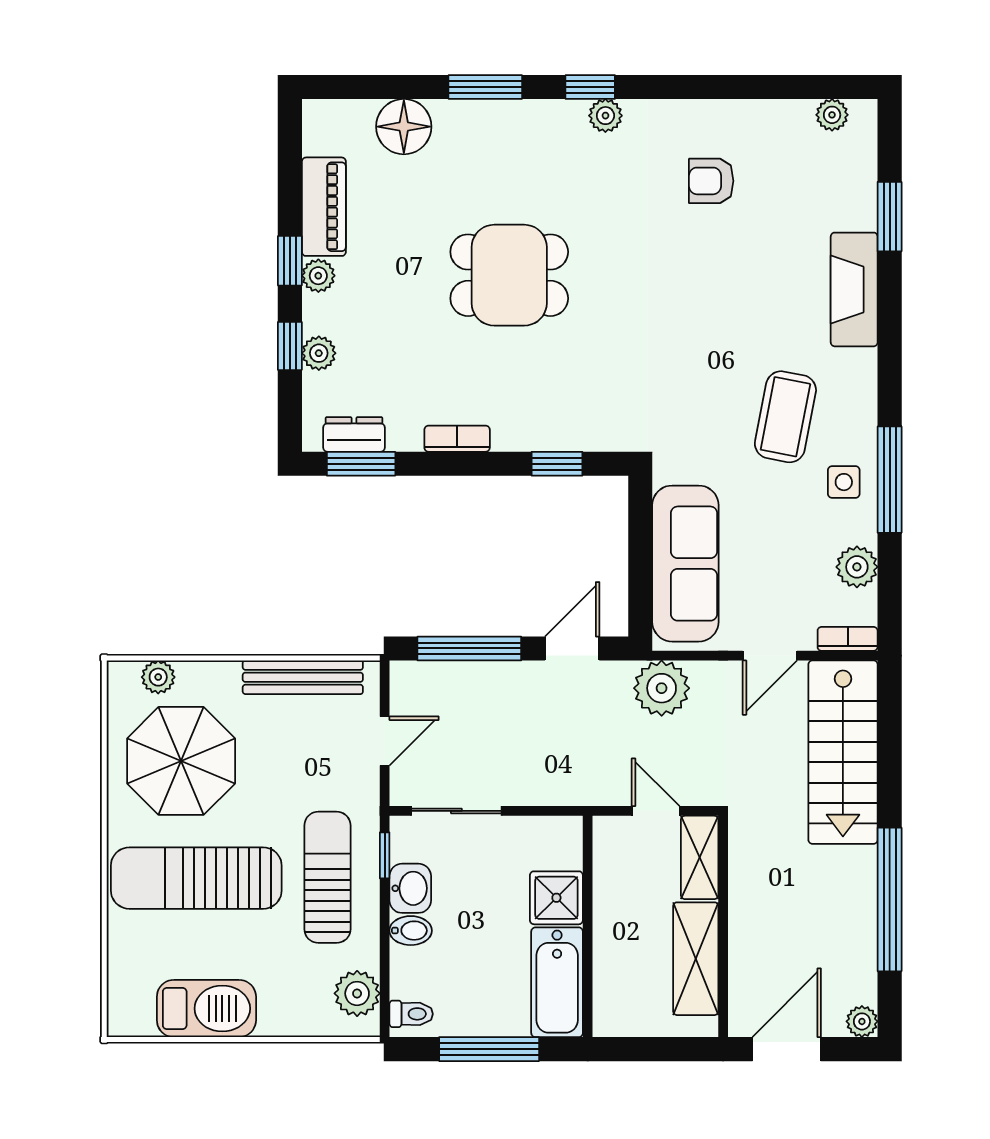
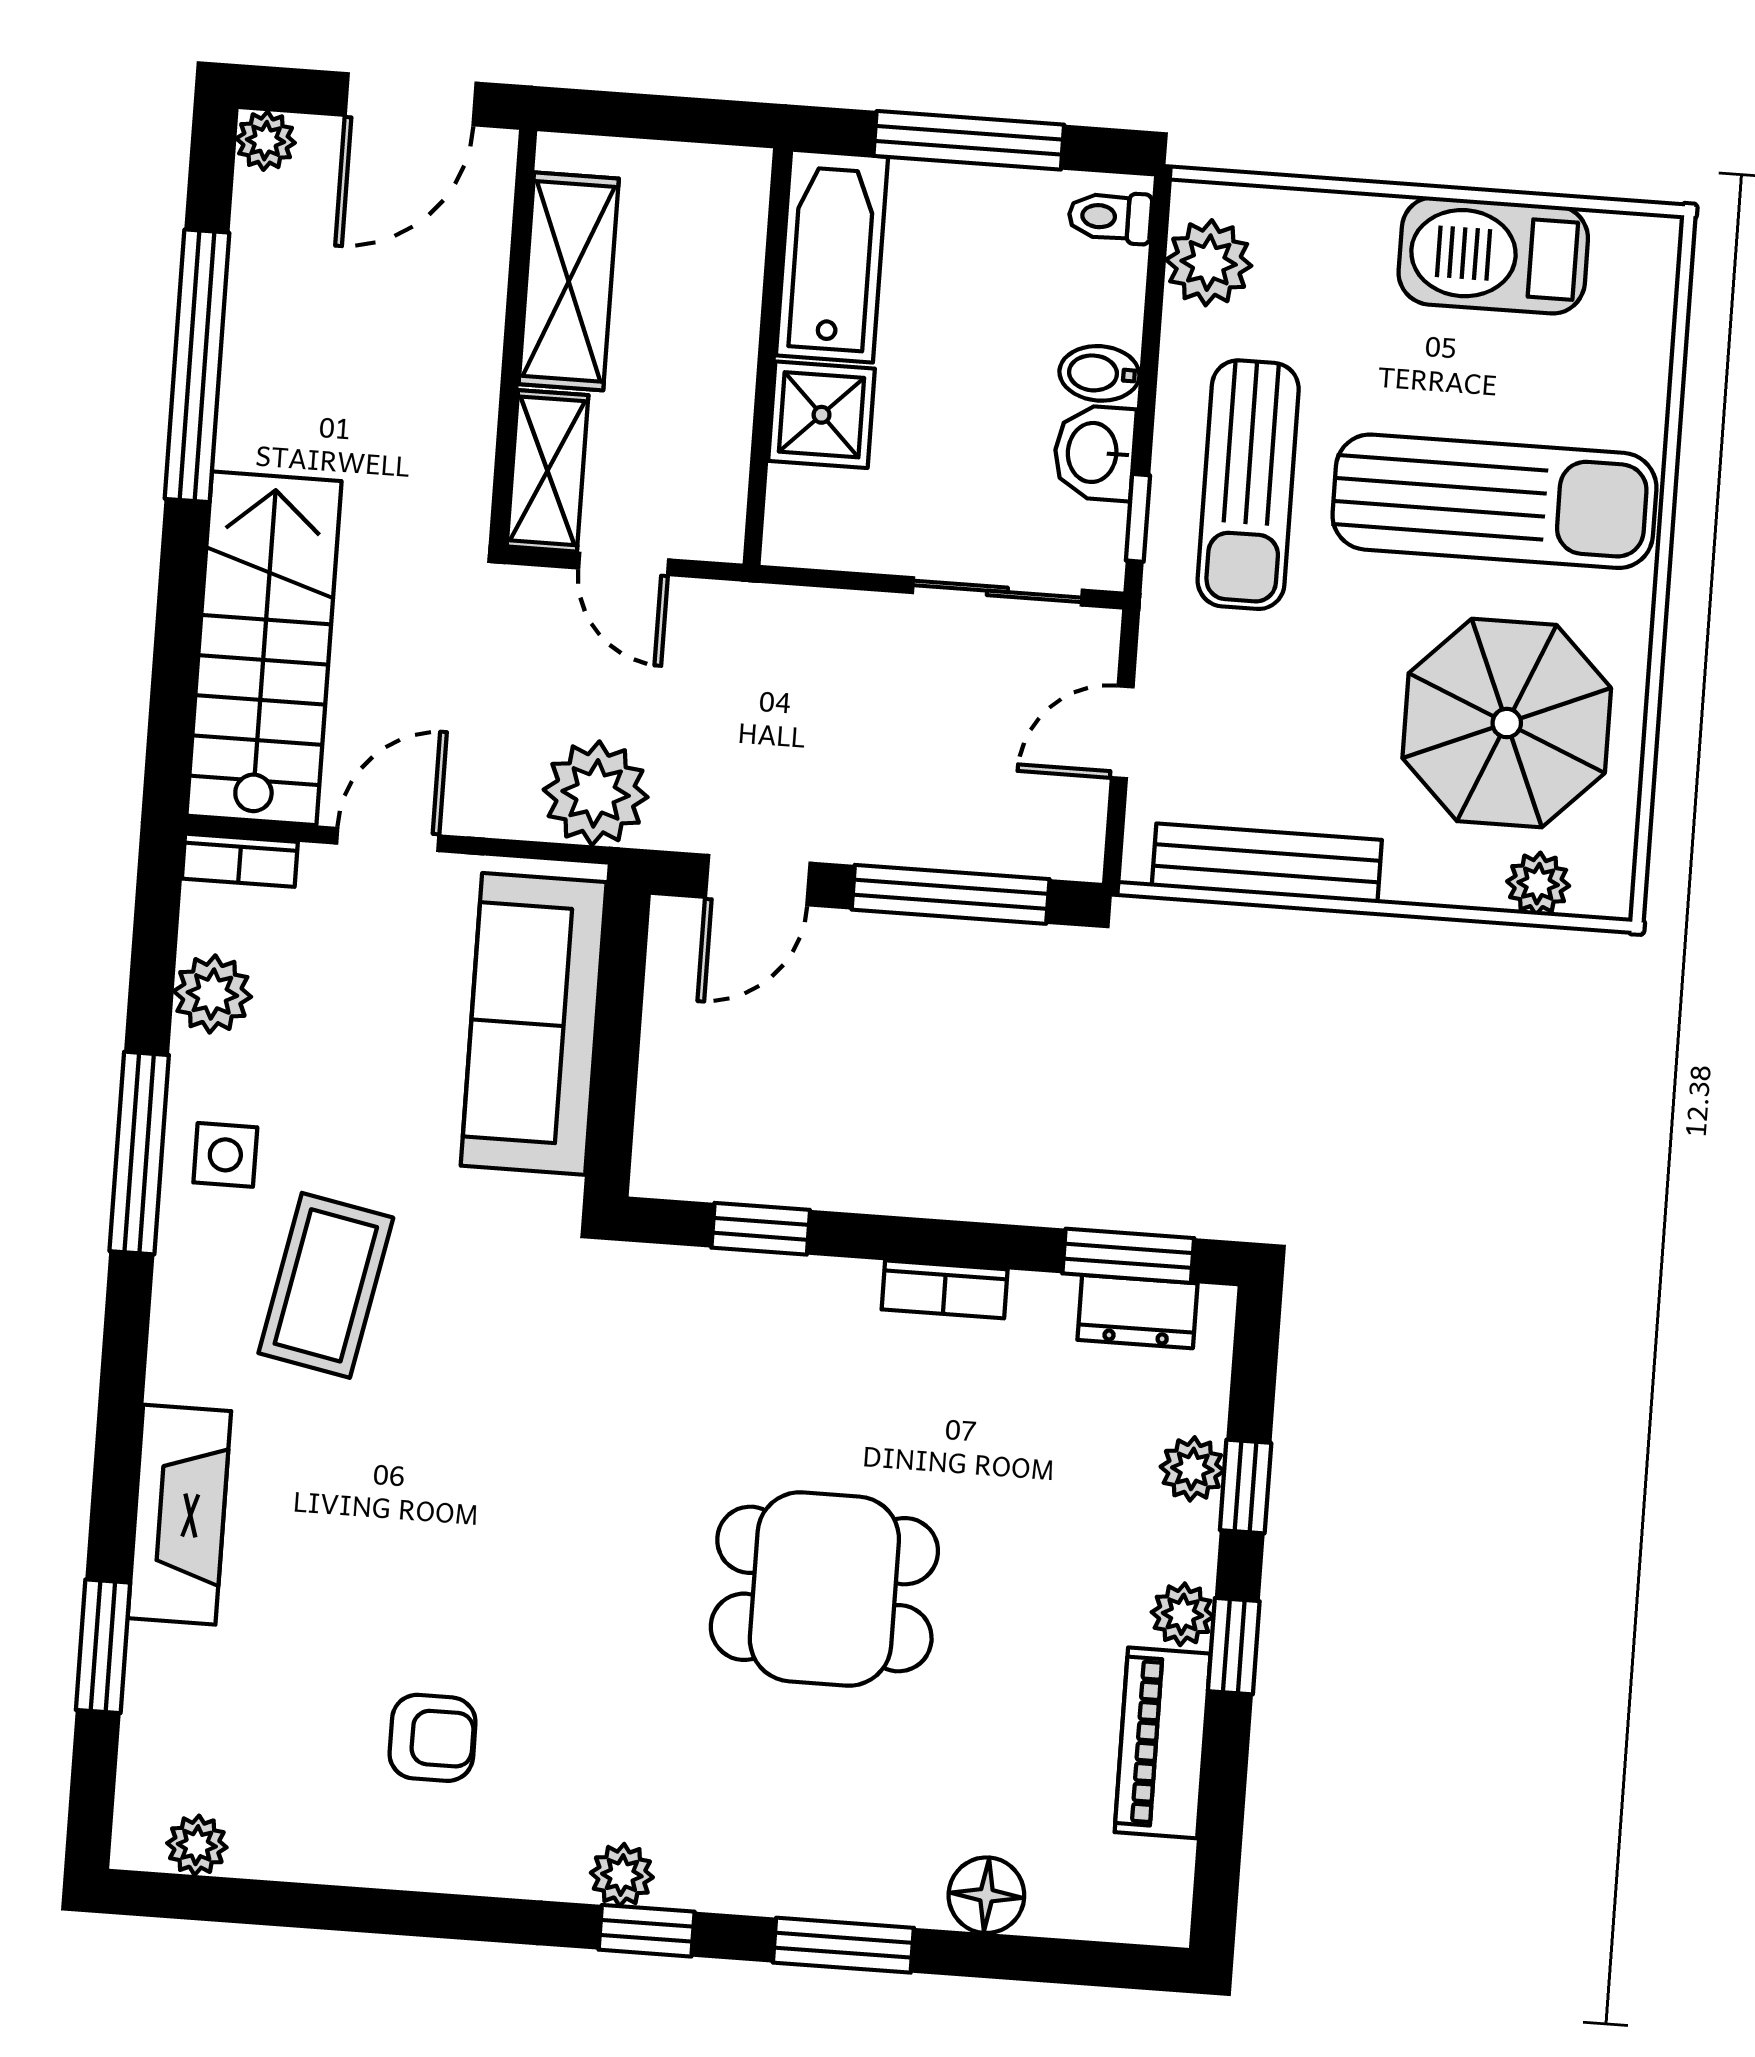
floor lamp: (404, 127) -> (986, 1895), width x0.73, depth x0.73

